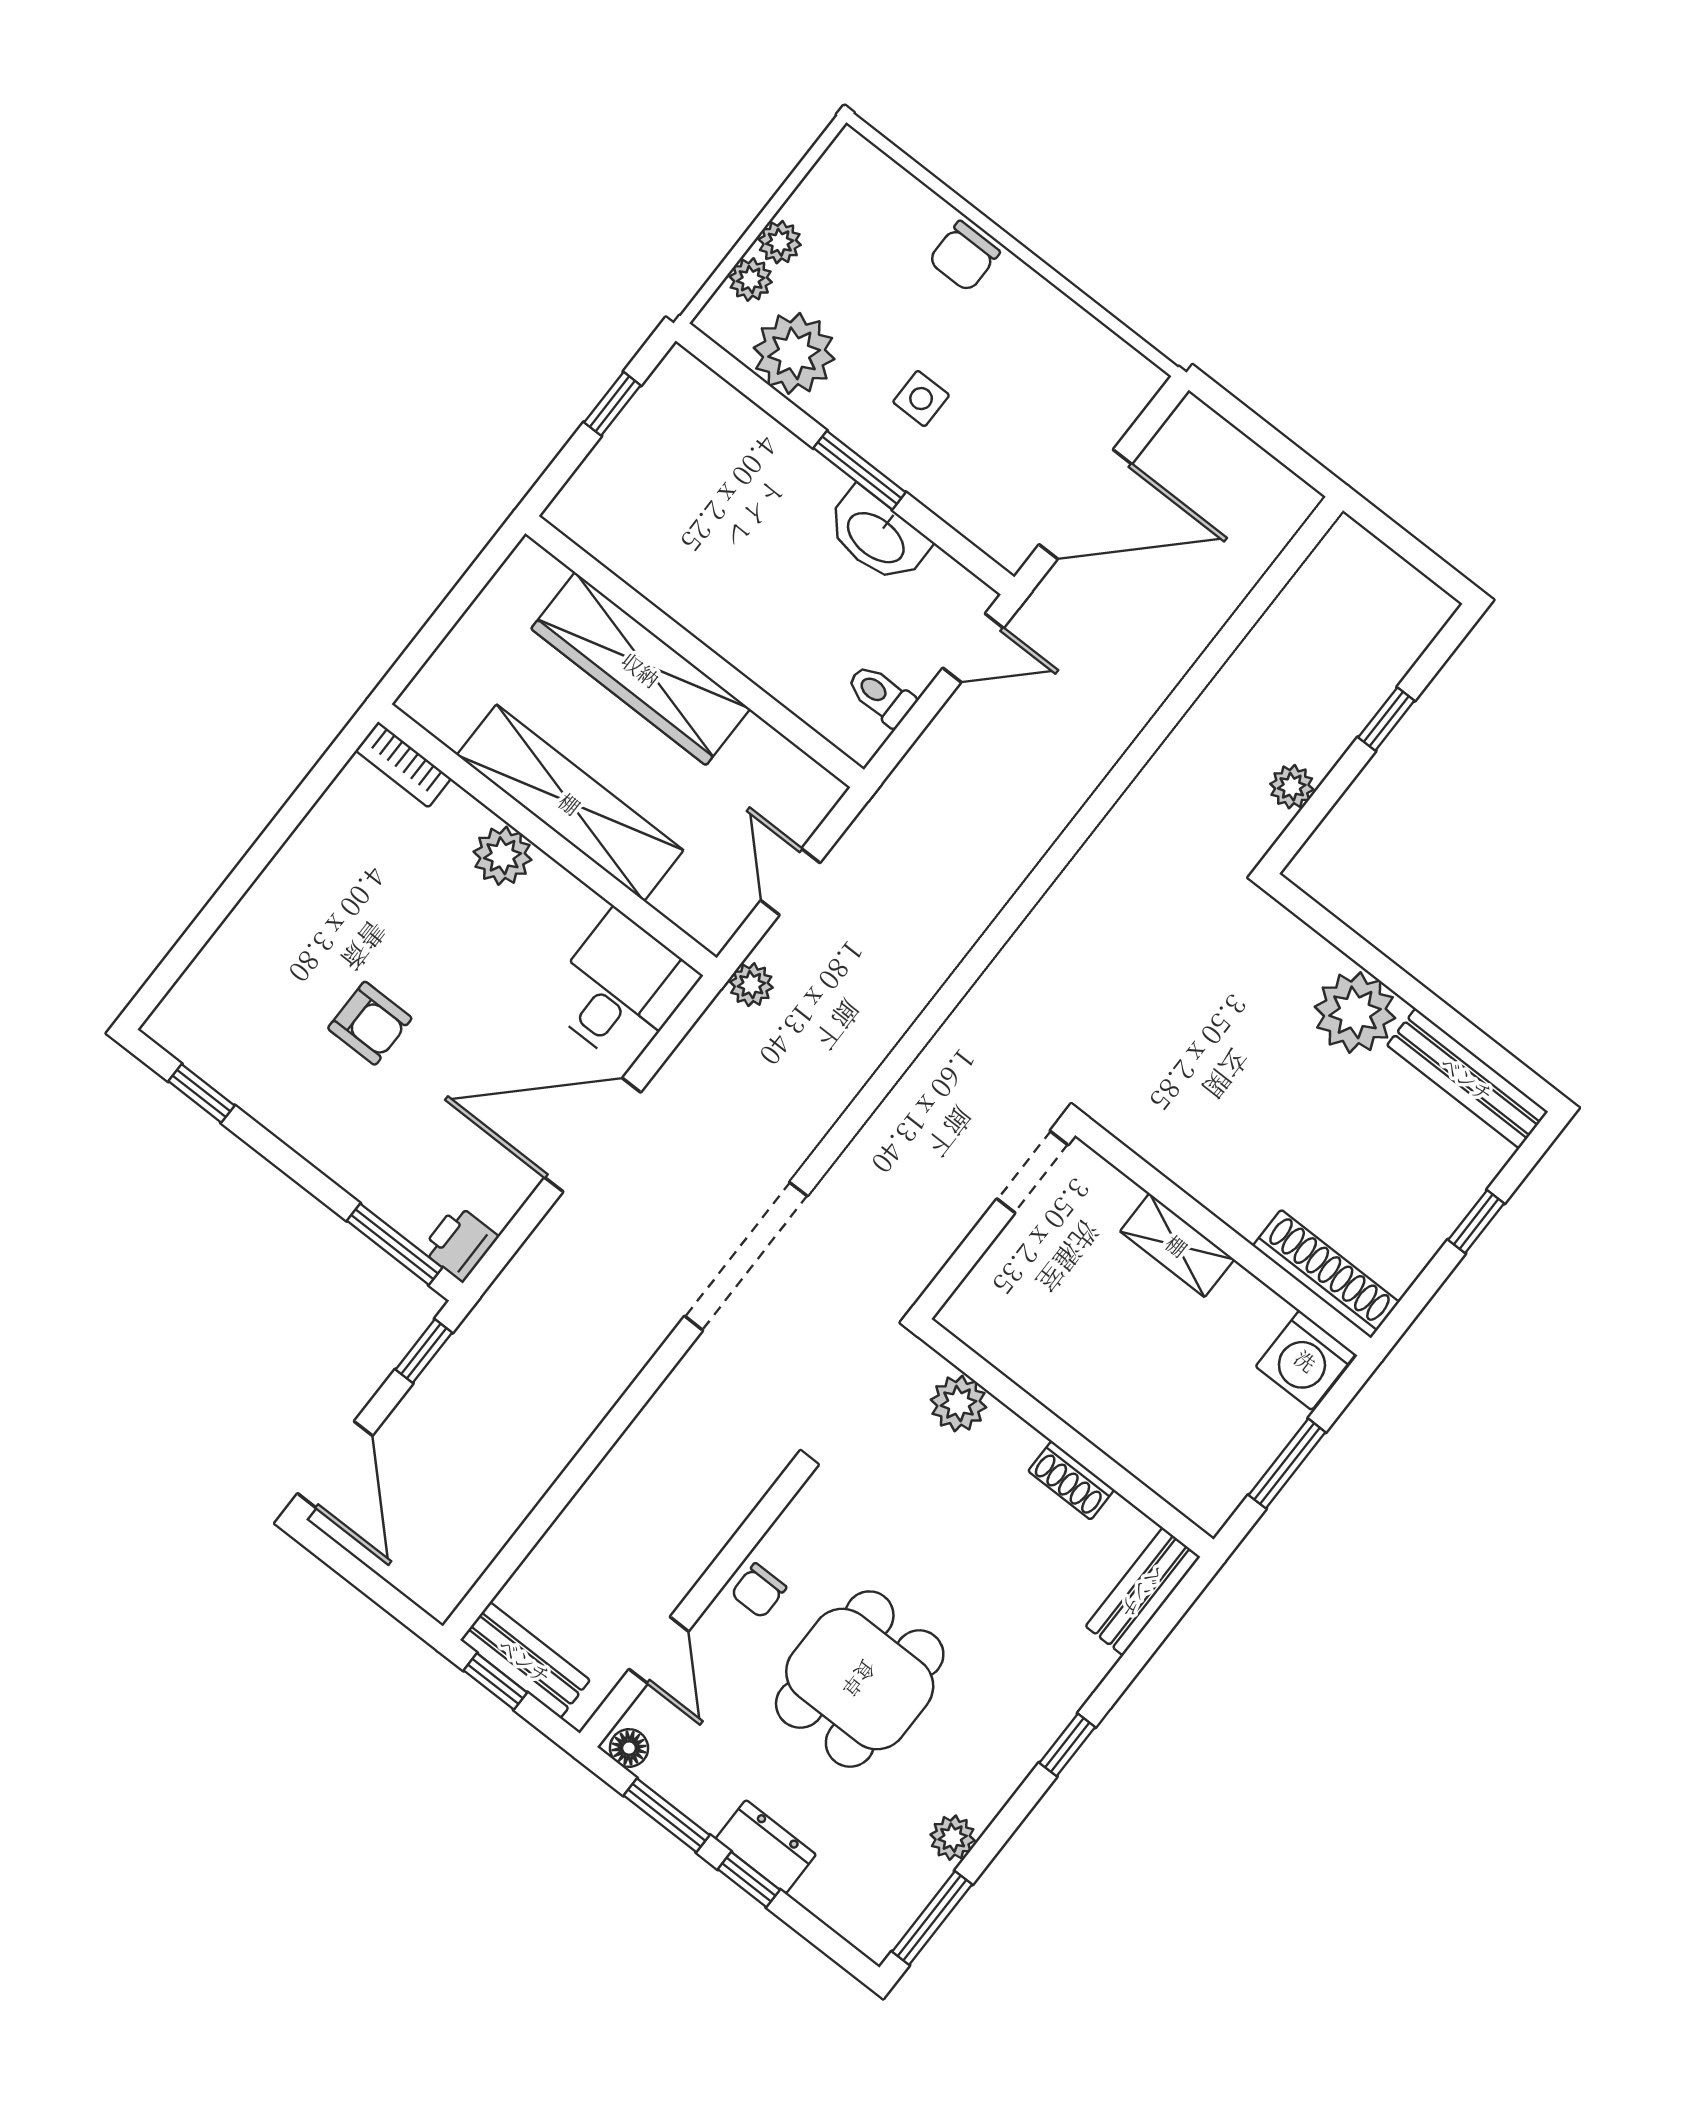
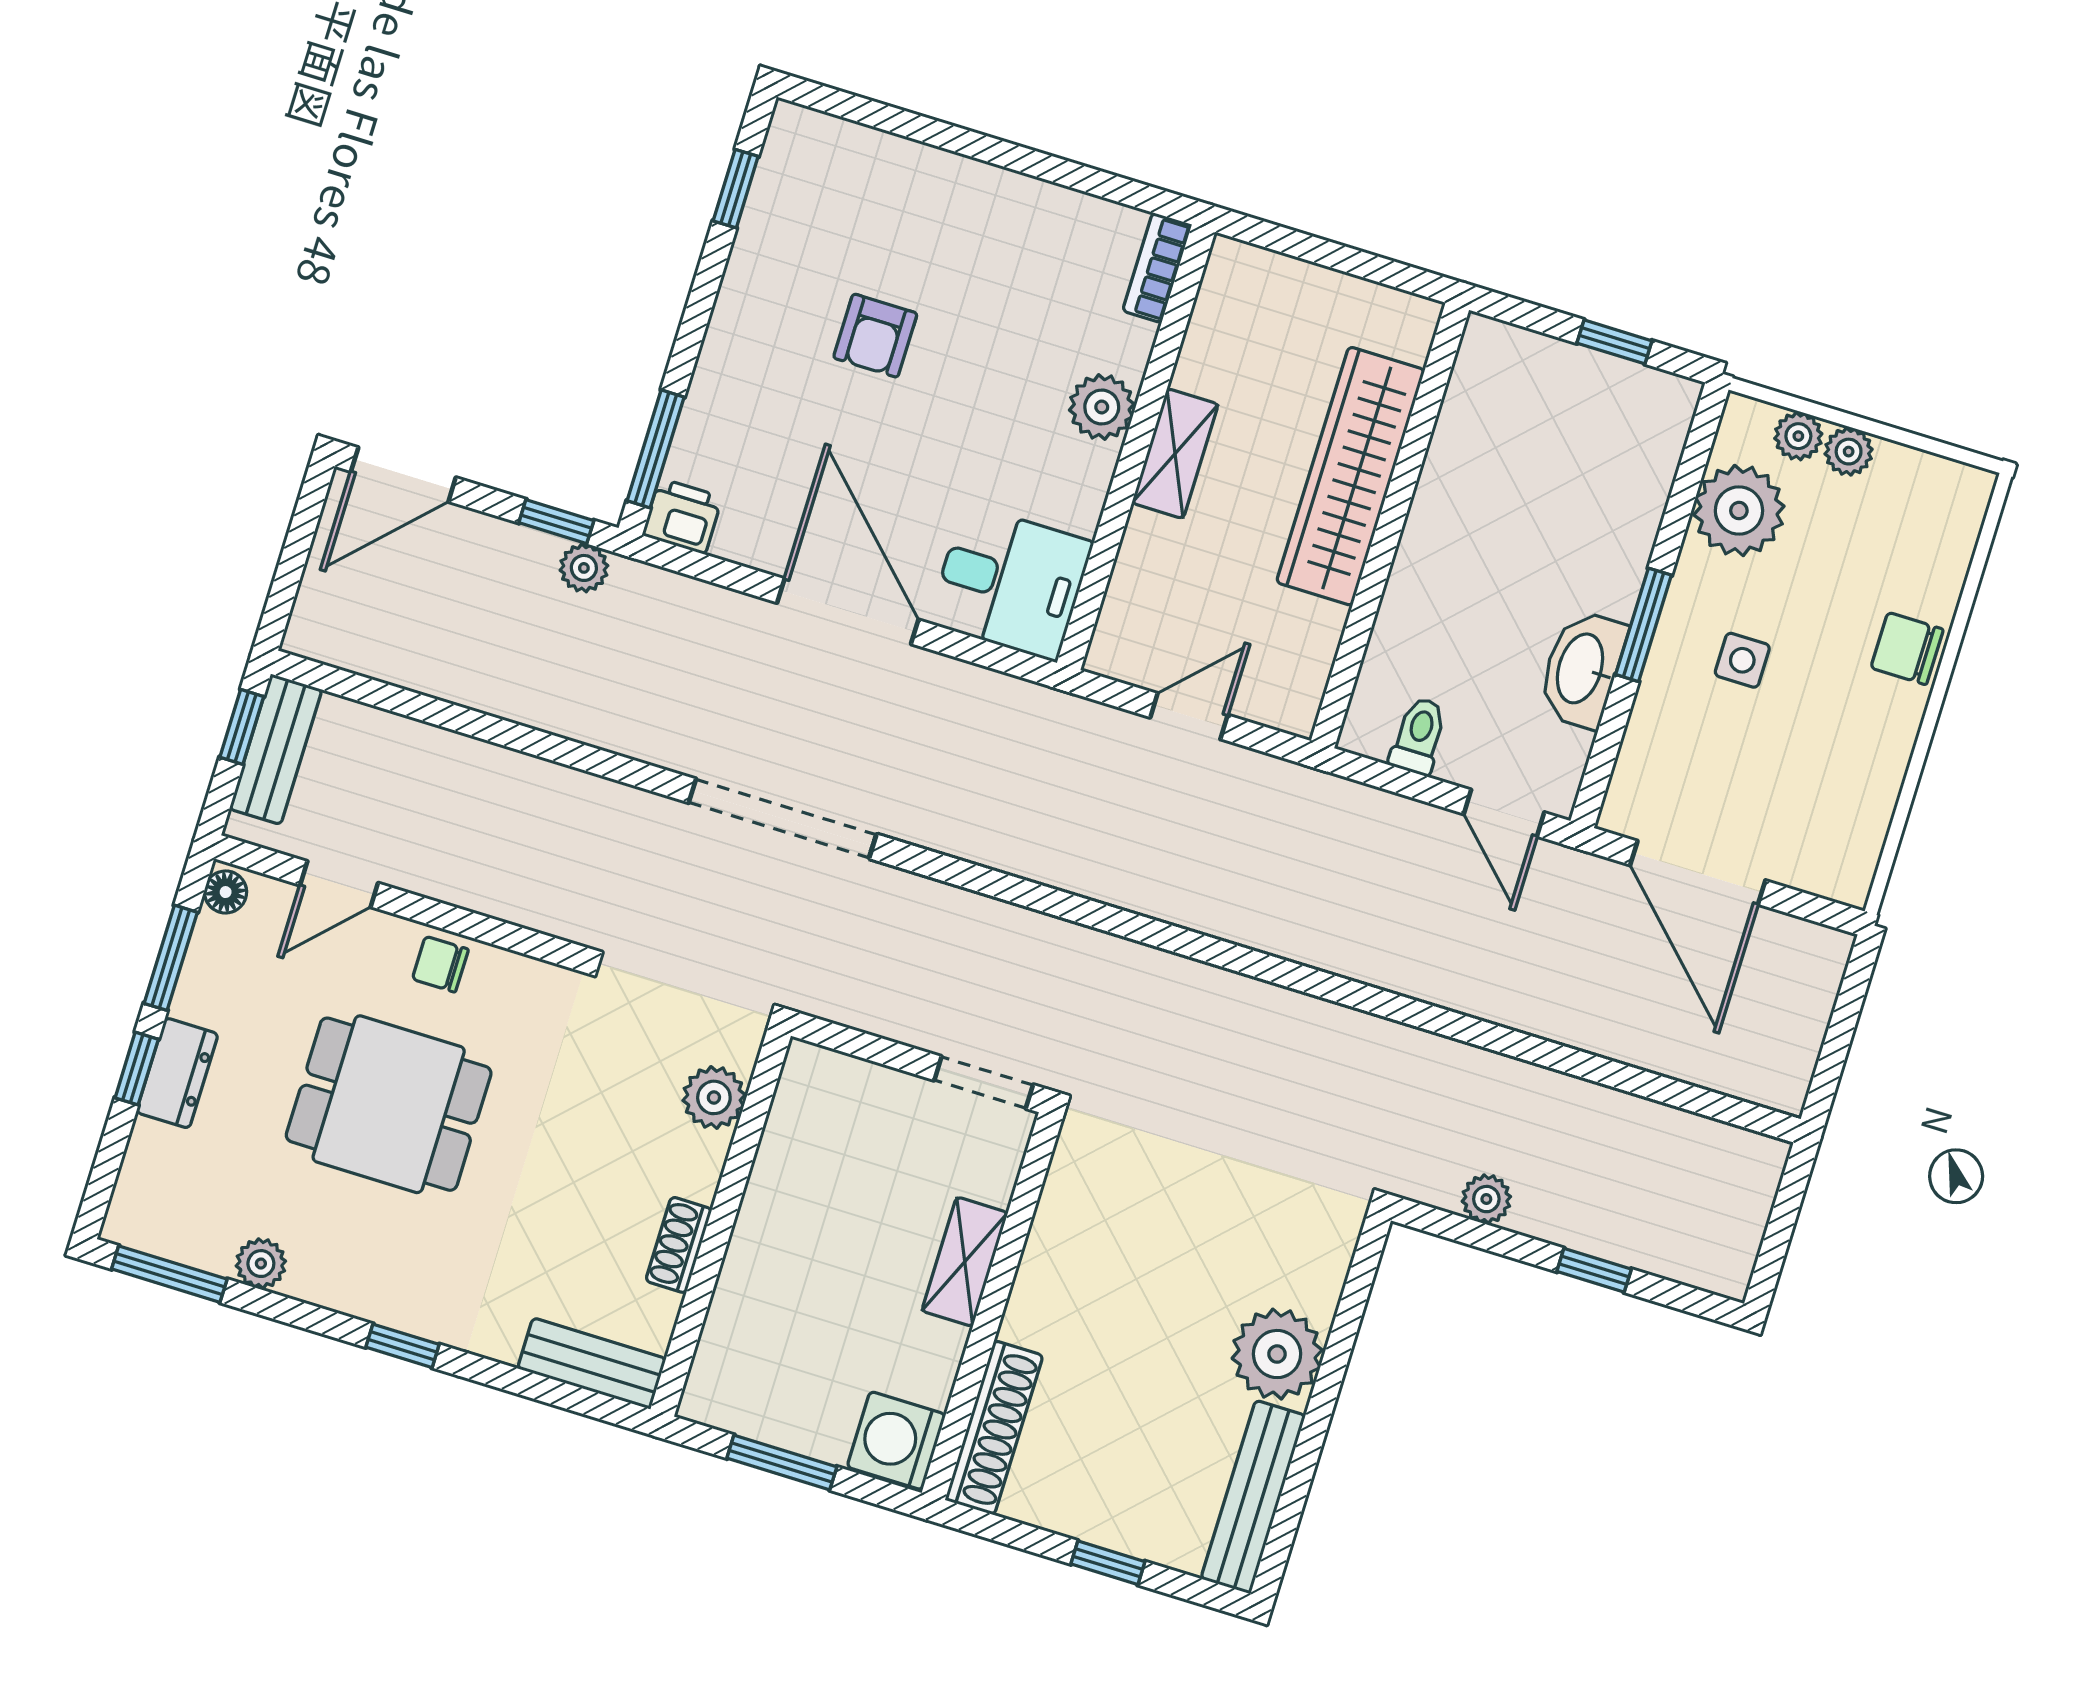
shelving: (570, 803) -> (1175, 454), width x0.45, depth x0.75
plant: (751, 985) -> (584, 568), moved

